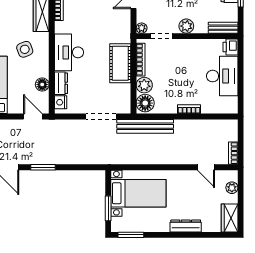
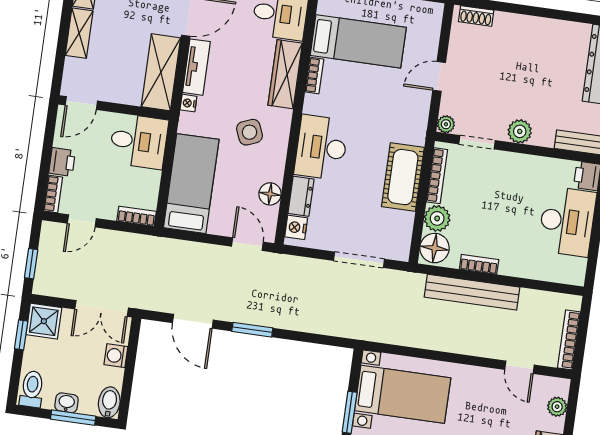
bookcase: (189, 109) -> (479, 264), moved
bench: (145, 126) -> (472, 292), moved
bookcase: (233, 153) -> (569, 340), width x1.56

